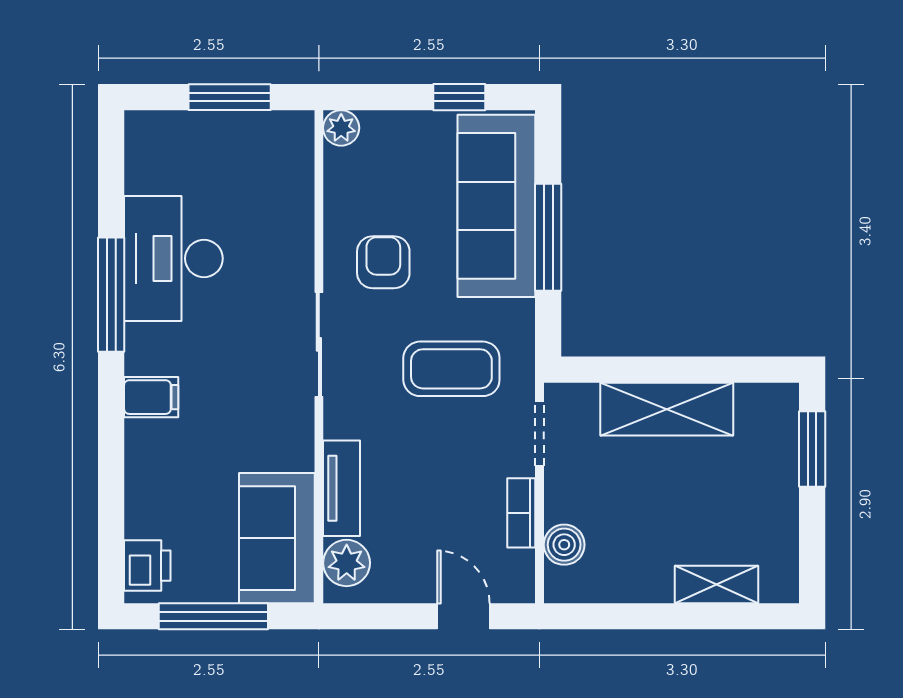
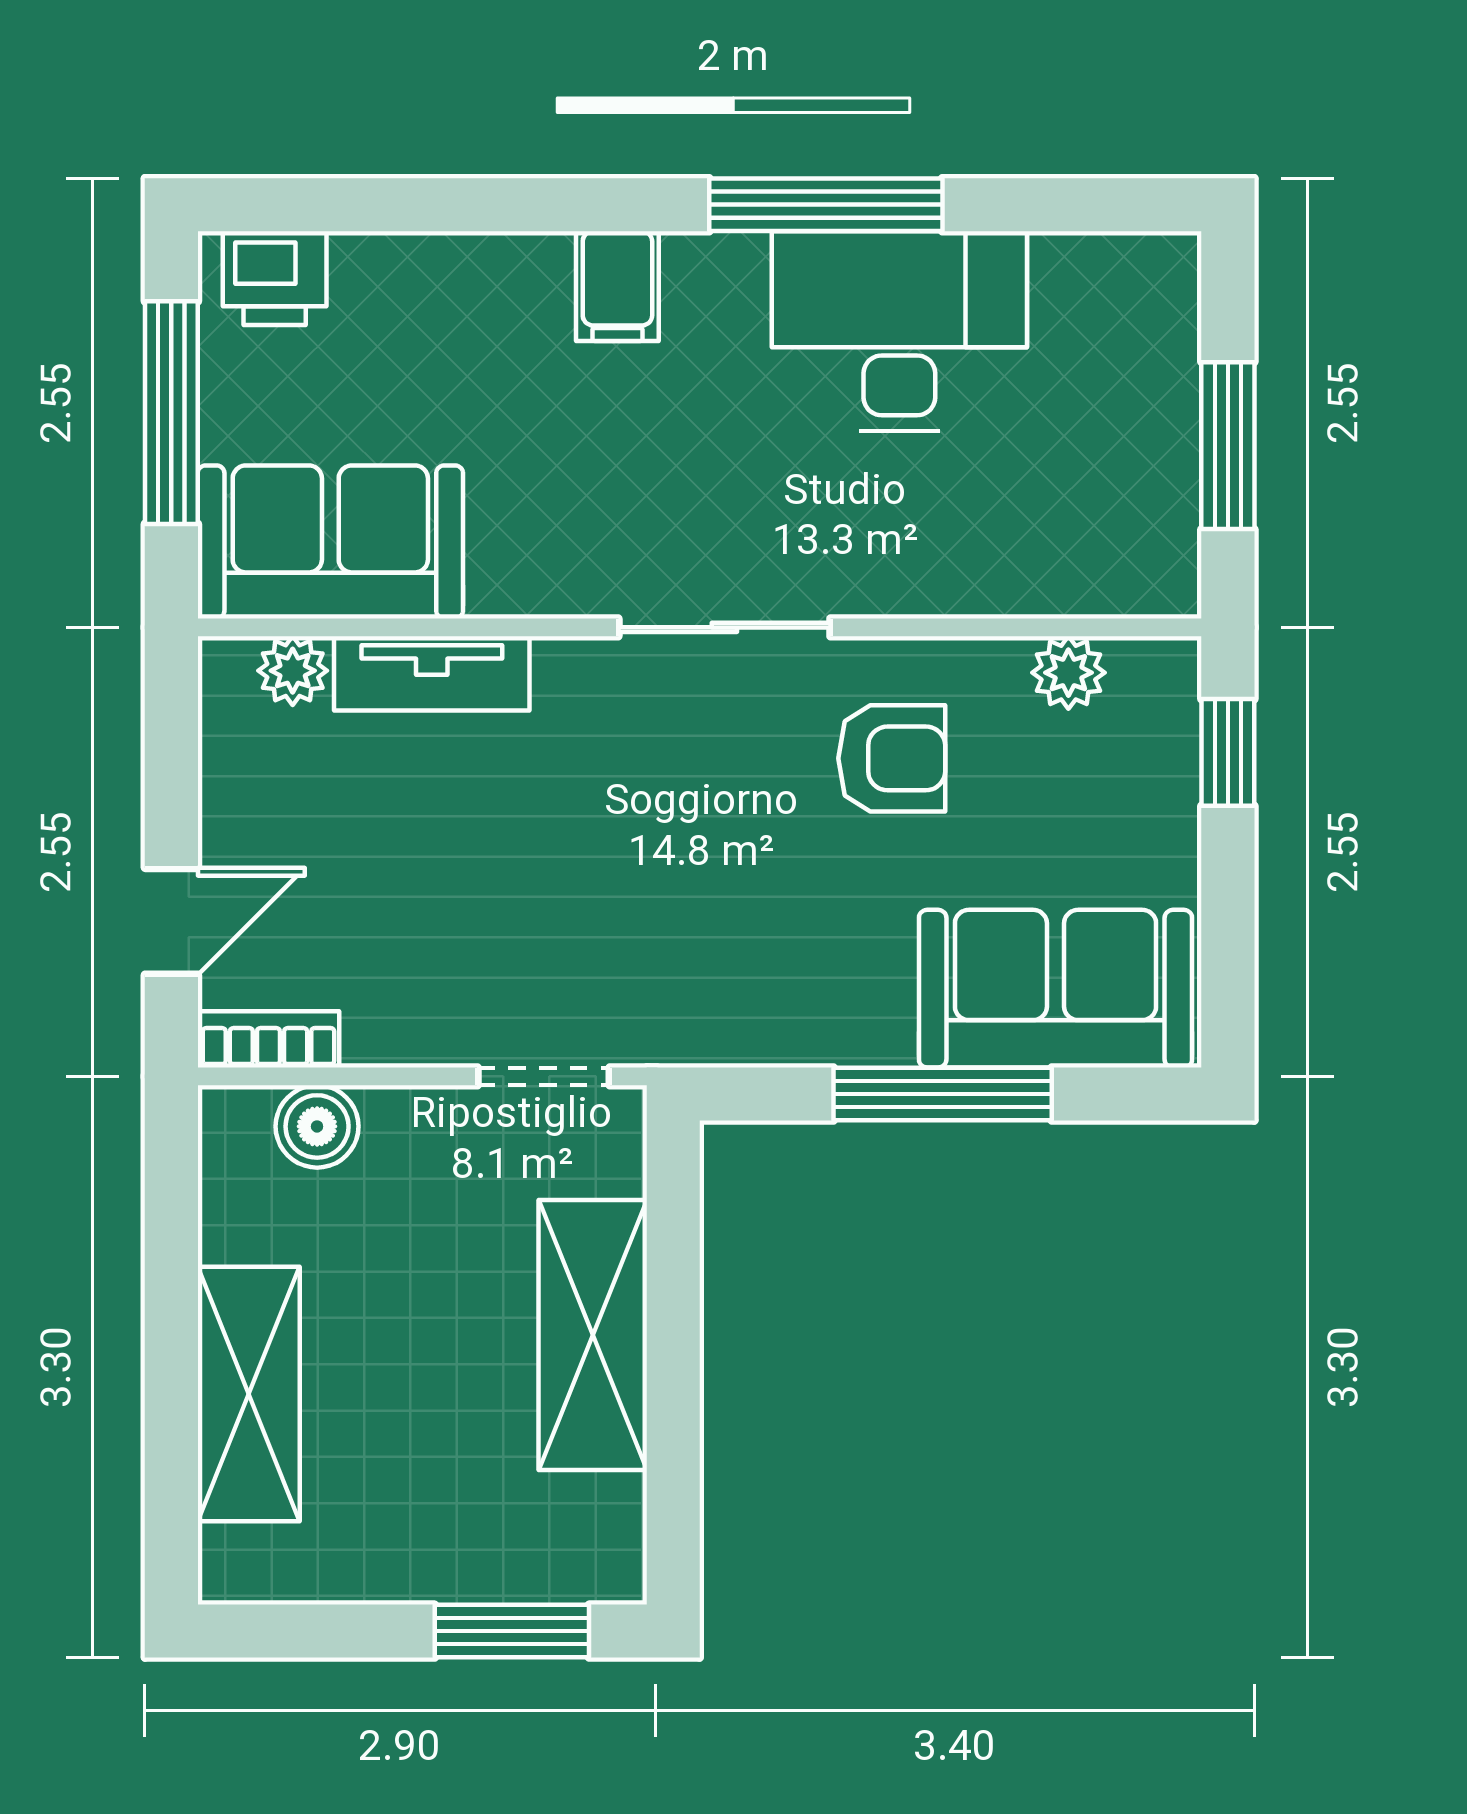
window: (459, 97) -> (1228, 752), moved
plant: (341, 128) -> (1068, 673), moved
sofa: (496, 206) -> (1056, 989), width x0.73
coffee table: (451, 369) -> (675, 897), removed
bookcase: (521, 513) -> (268, 1039), moved
plant: (347, 563) -> (293, 671), width x0.73, depth x0.73
shelving: (717, 585) -> (249, 1394), width x1.50, depth x1.33

